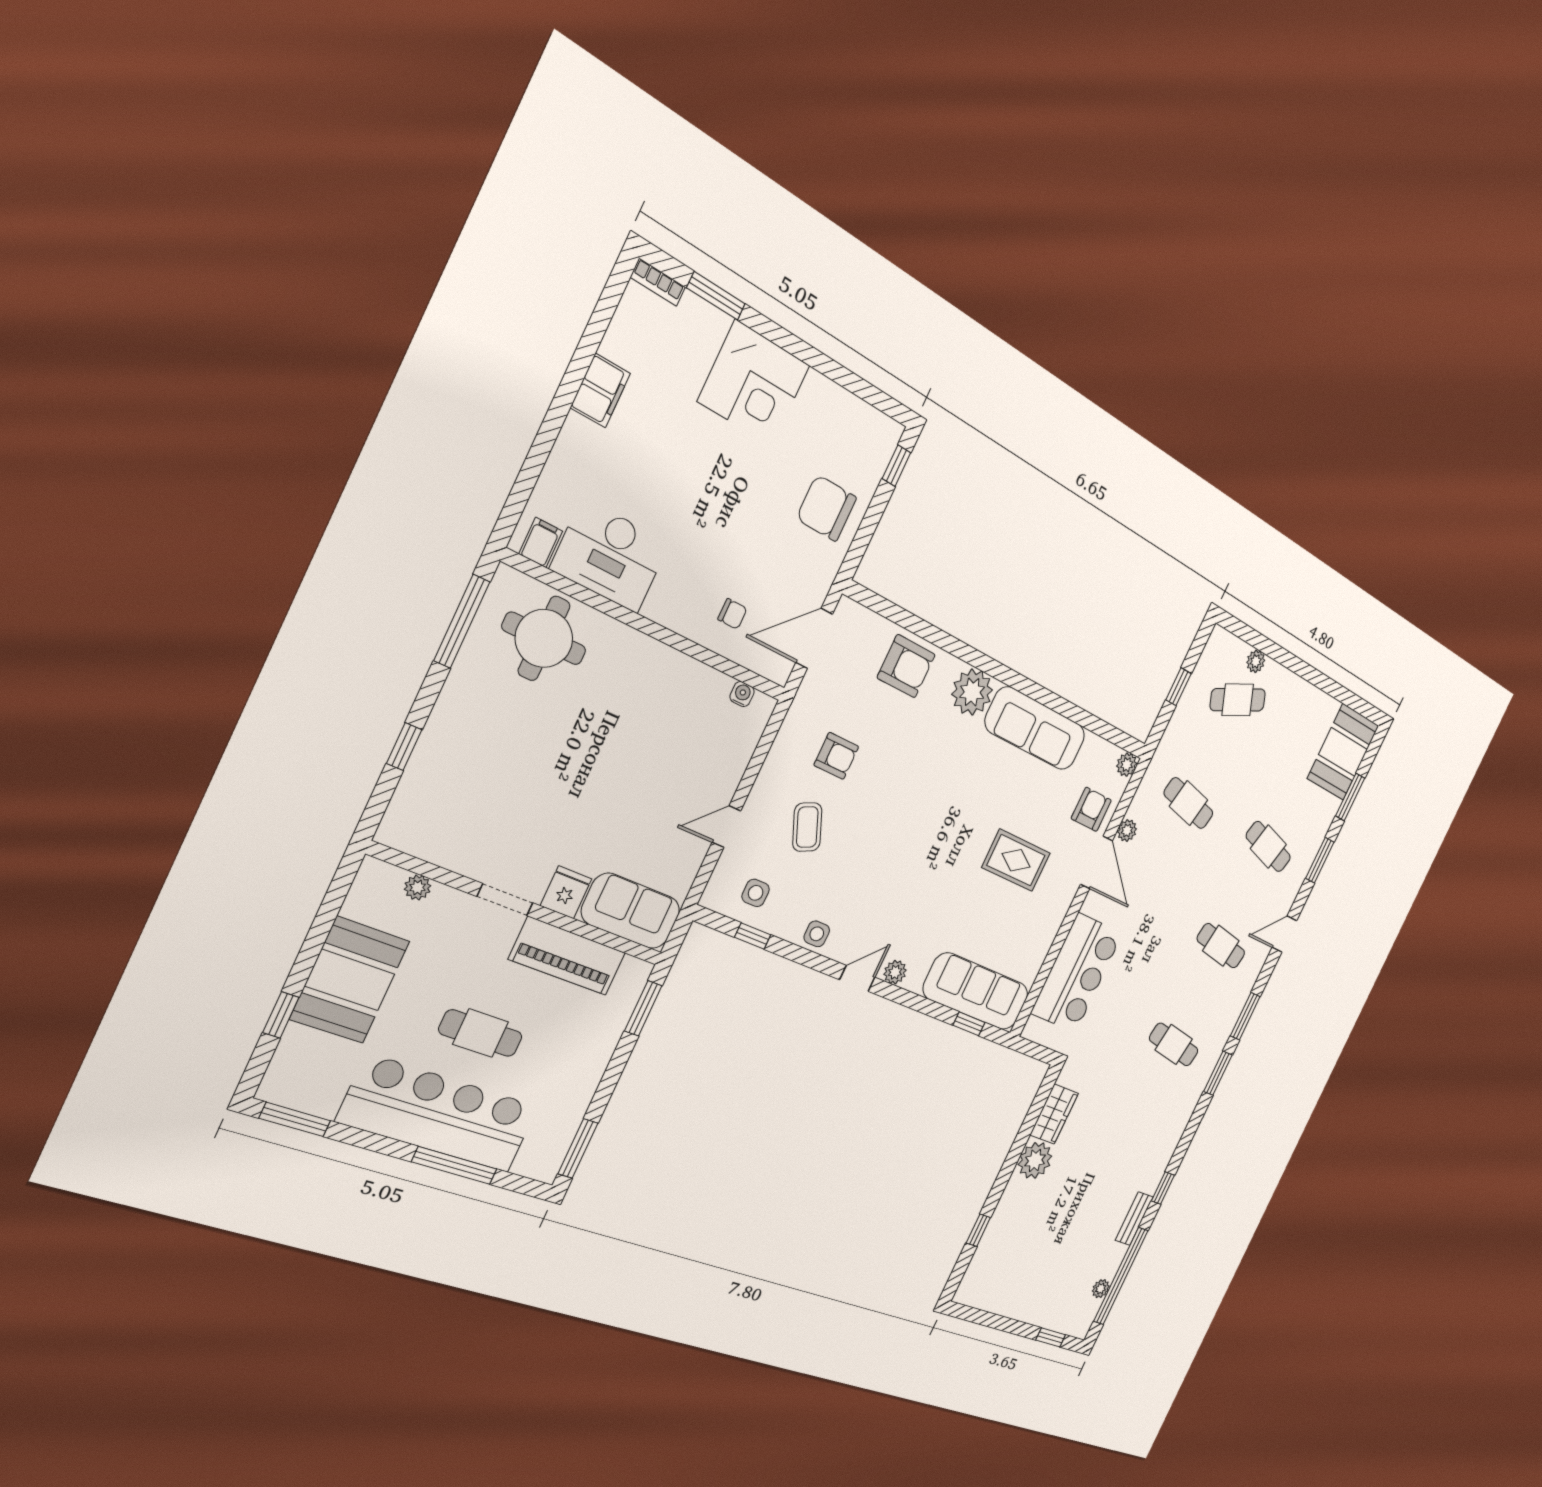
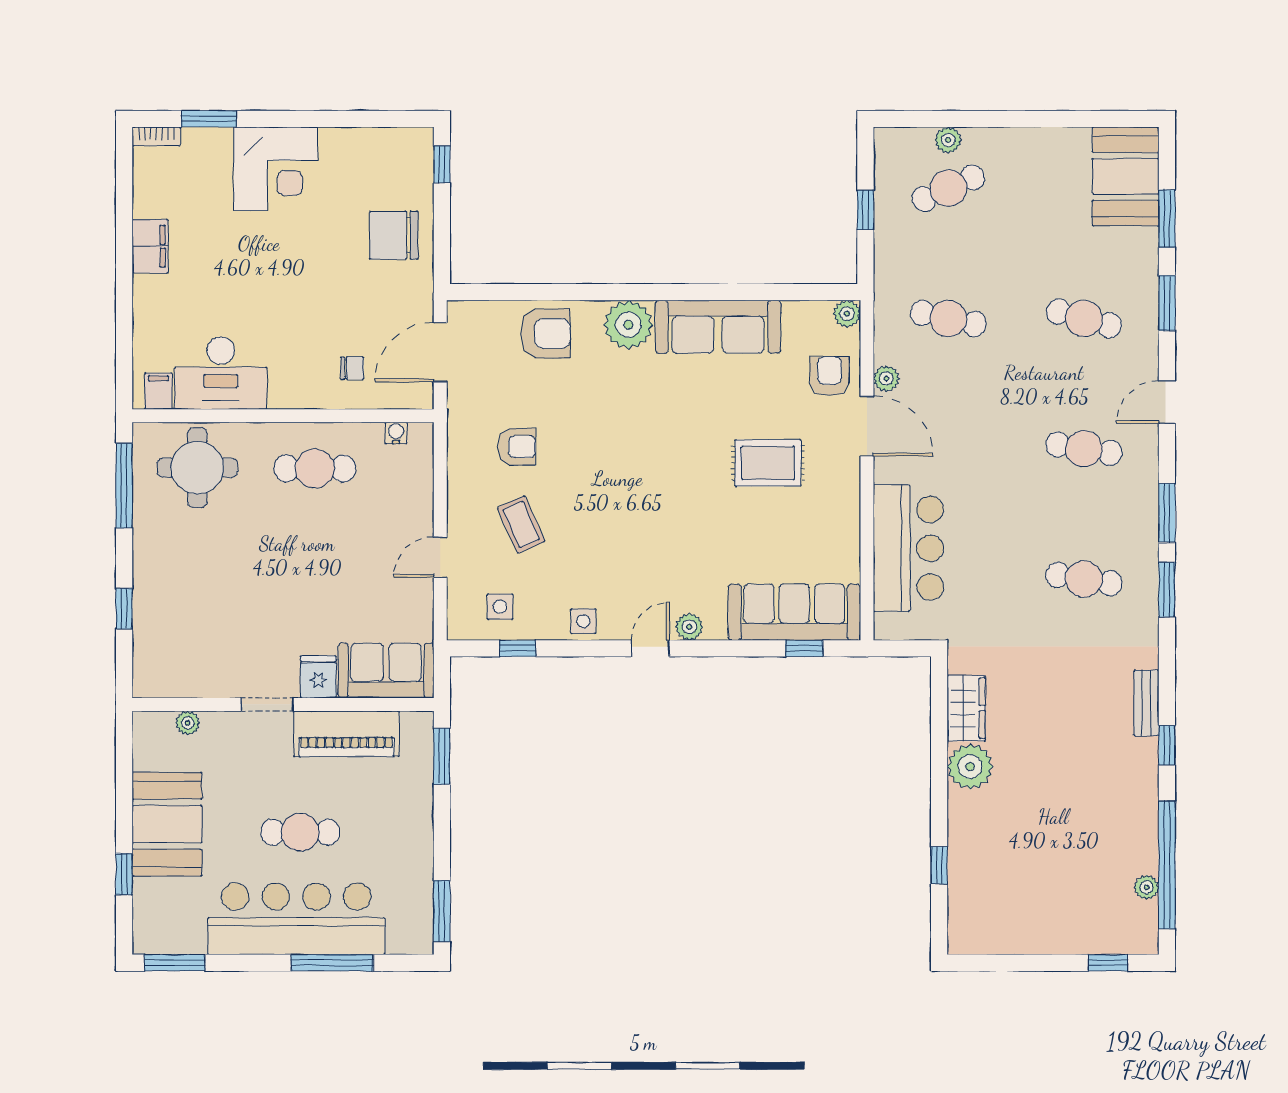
cafe table: (655, 693) -> (315, 469), added
bench: (1134, 1219) -> (1146, 703), moved

